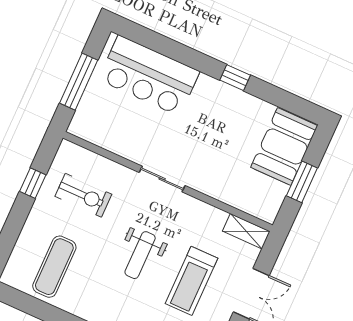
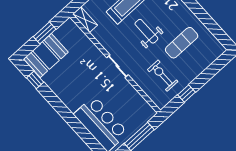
window: (235, 78) -> (35, 80), moved
weight bench: (140, 255) -> (146, 31), turned -90
exercise mat: (54, 267) -> (182, 43), moved

